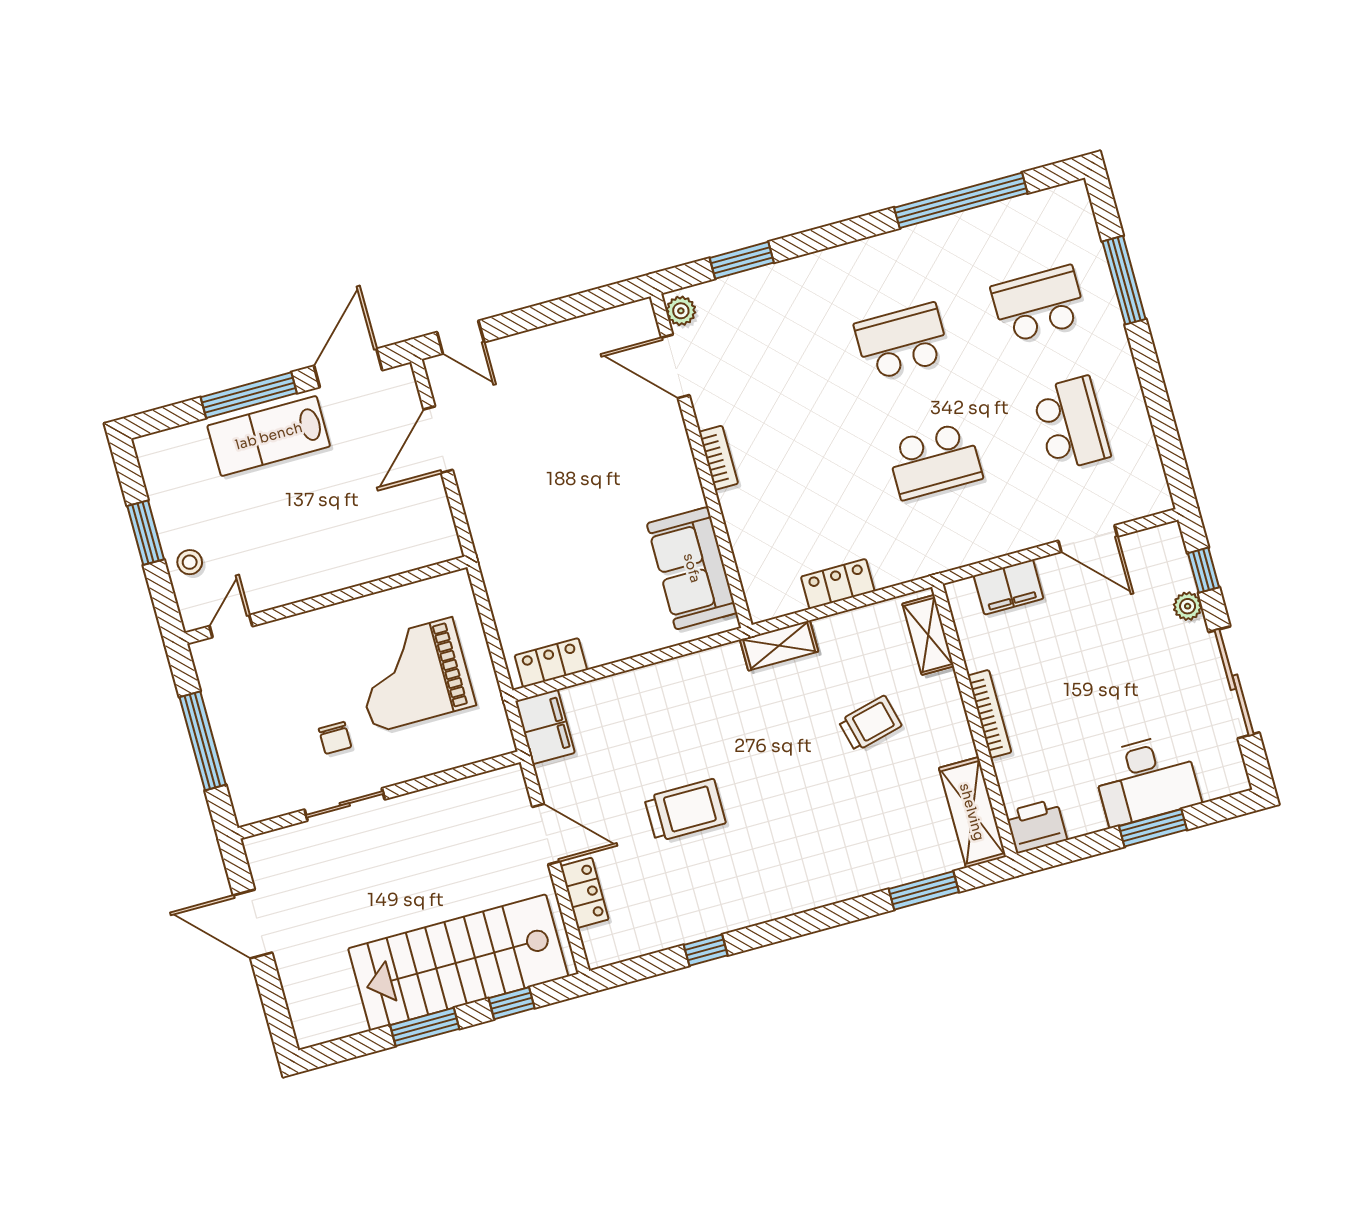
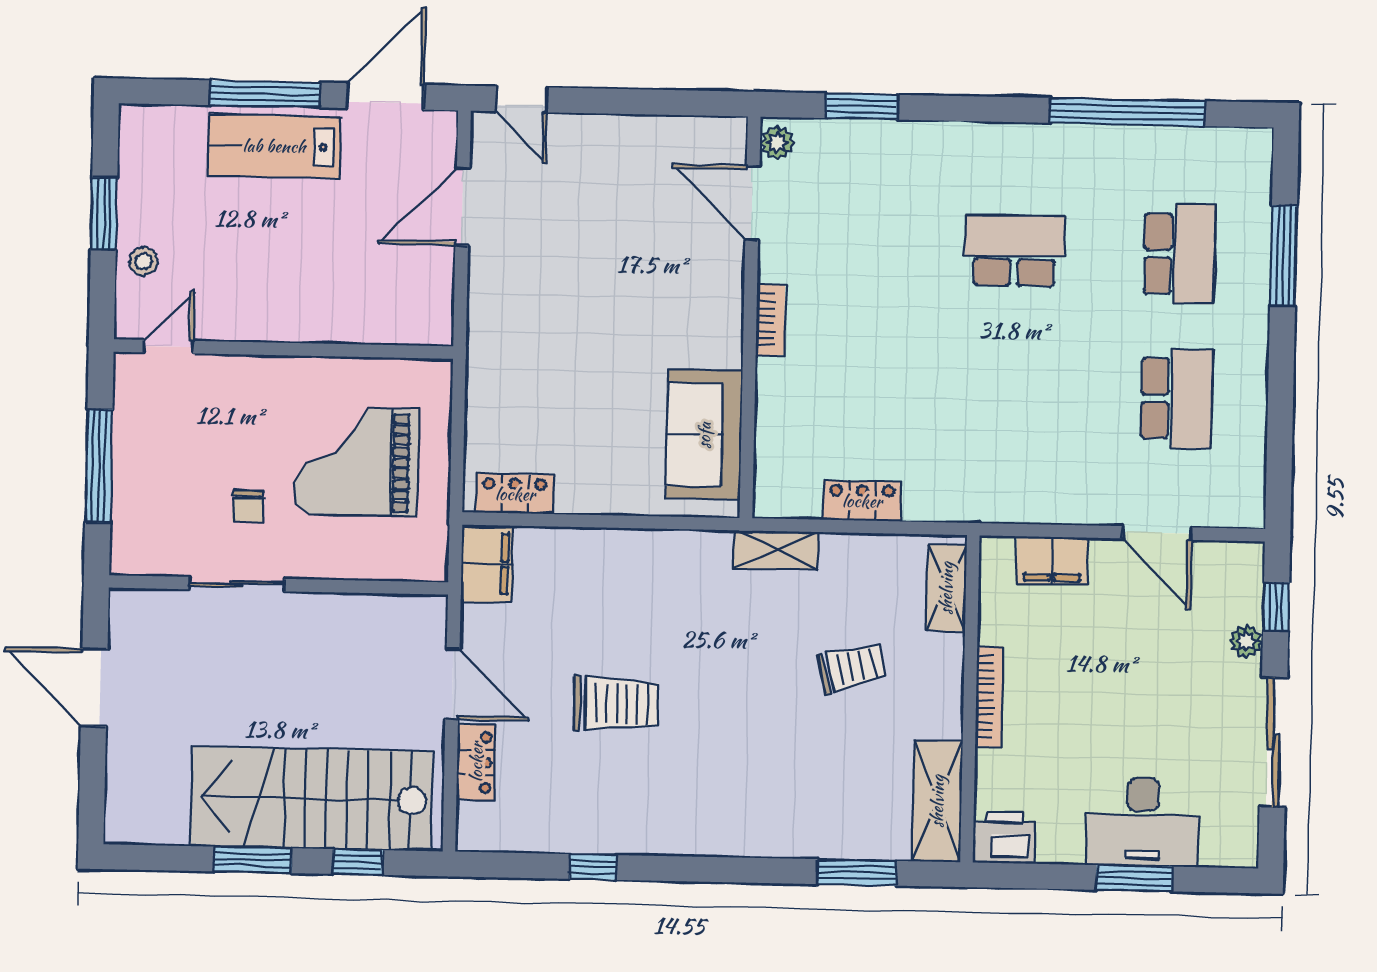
school desk: (1039, 304) -> (1180, 254), turned 90
school desk: (935, 461) -> (1011, 395), removed

